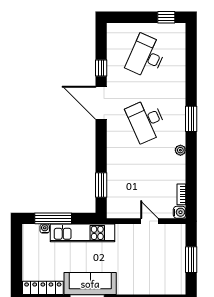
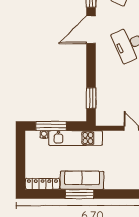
door: (101, 103) -> (91, 30), hinge flipped

